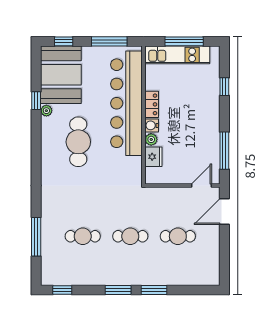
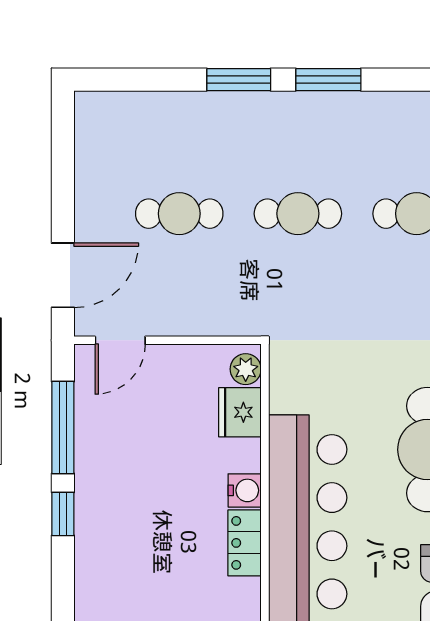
window: (224, 87) -> (63, 514), moved
plant: (151, 139) -> (246, 369), moved

